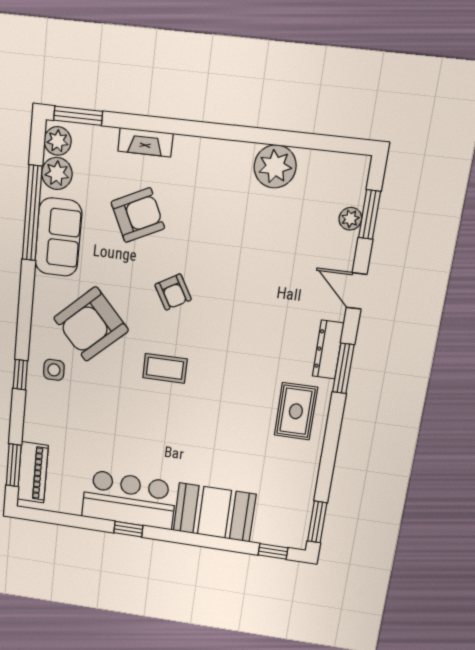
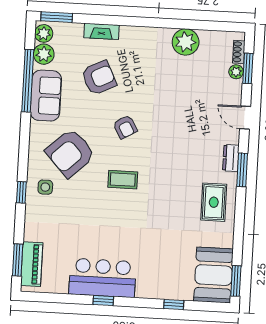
shoe rack: (358, 187) -> (239, 52), added
dresser: (328, 350) -> (231, 158), width x0.70
booth: (214, 512) -> (214, 275), moved, turned 90
window: (273, 551) -> (174, 304), moved

